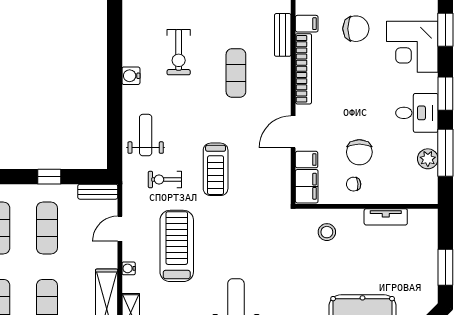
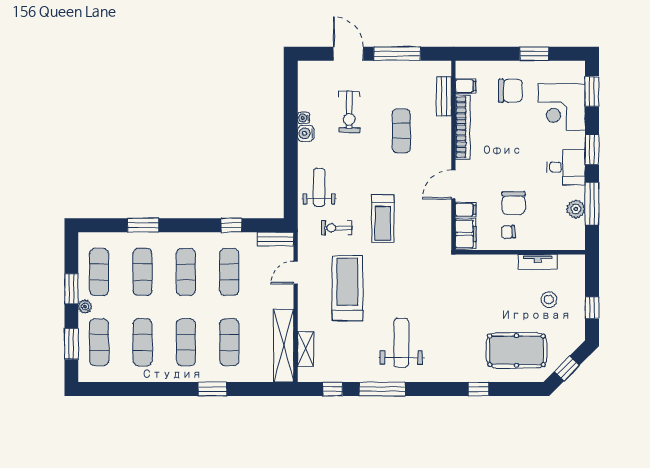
stool: (327, 232) -> (549, 300), moved
window: (445, 267) -> (592, 308), width x0.67
water cooler: (129, 268) -> (304, 118), moved

